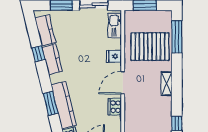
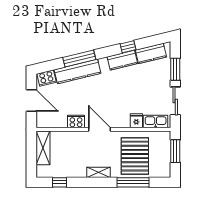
window: (177, 37) -> (133, 182), moved
fridge: (114, 56) -> (136, 121), moved
window: (51, 103) -> (79, 59), width x1.44

